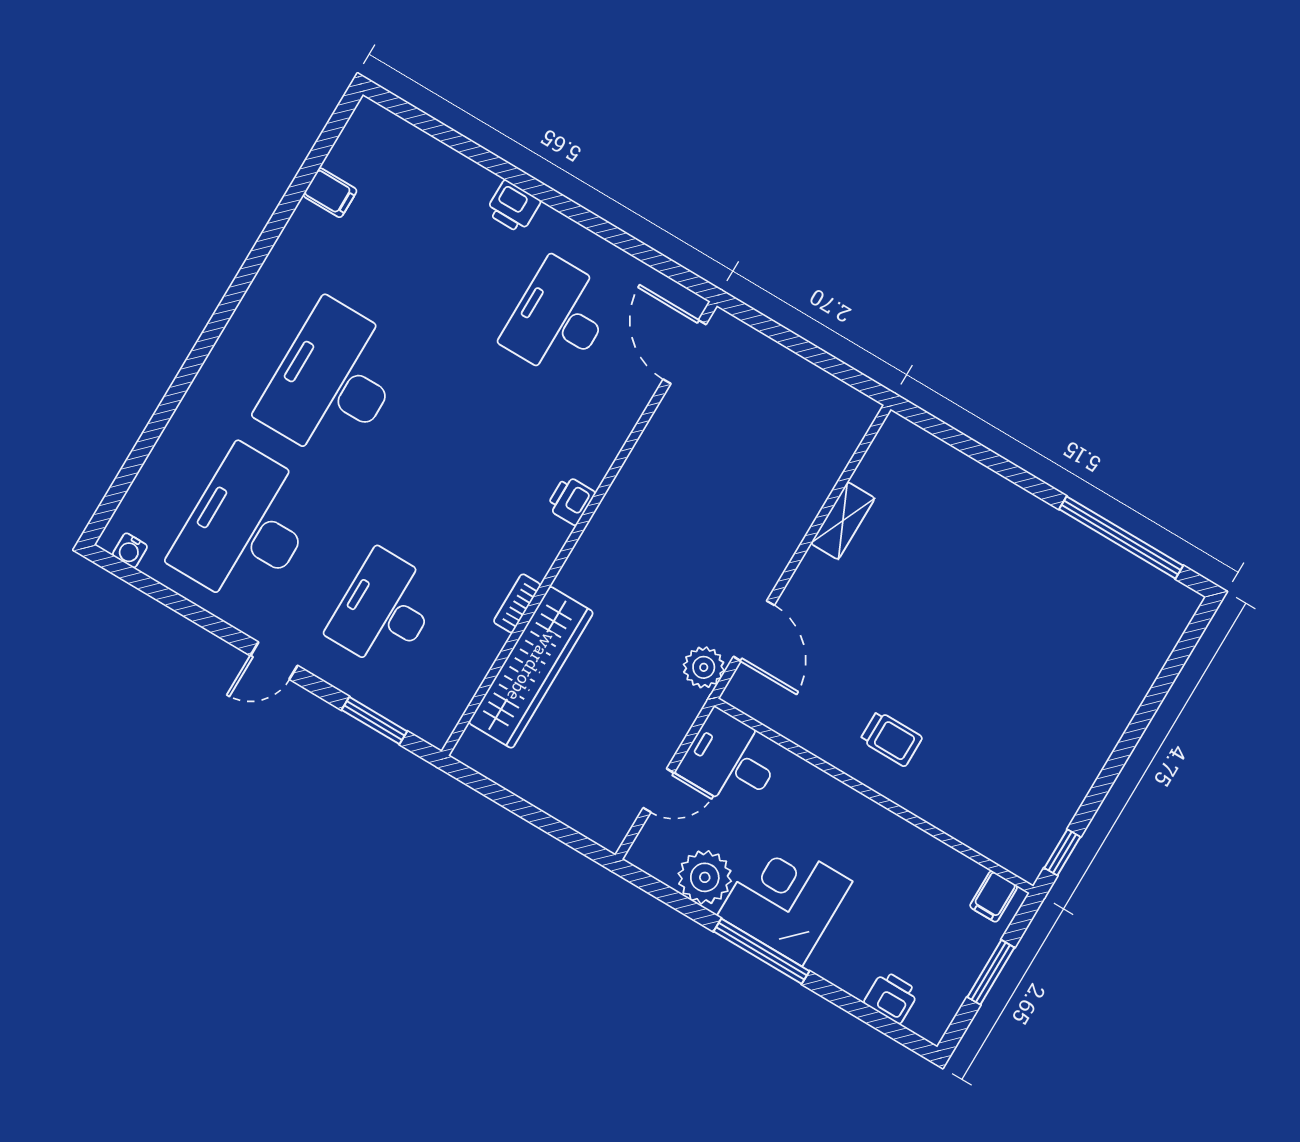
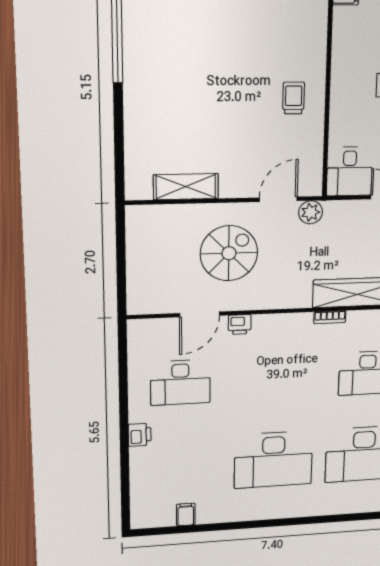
door: (685, 352) -> (199, 314), moved
printer: (571, 500) -> (240, 325), moved
spiral stairs: (717, 511) -> (229, 253), added
shelving: (843, 521) -> (186, 187), width x1.50, depth x1.33

